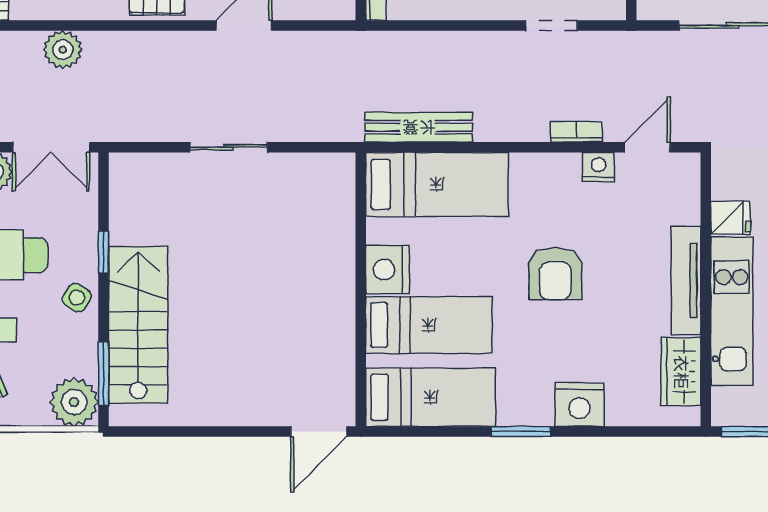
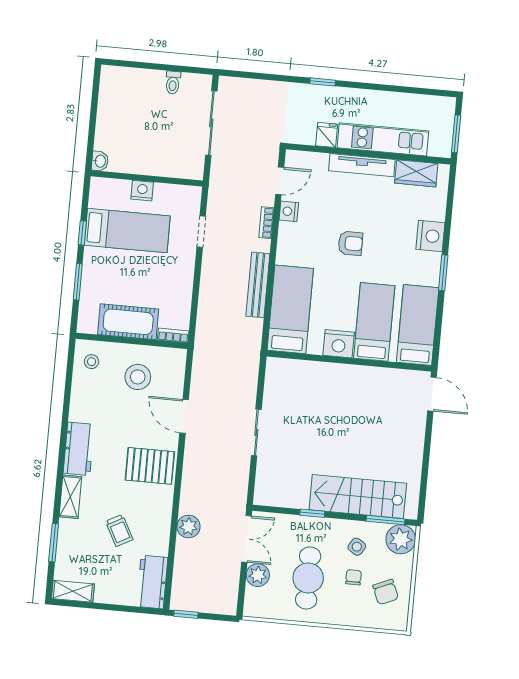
bench: (419, 127) -> (258, 285), moved
door: (648, 147) -> (280, 181), swing flipped
armchair: (555, 274) -> (350, 243), width x0.72, depth x0.72
side table: (77, 298) -> (357, 547), moved

